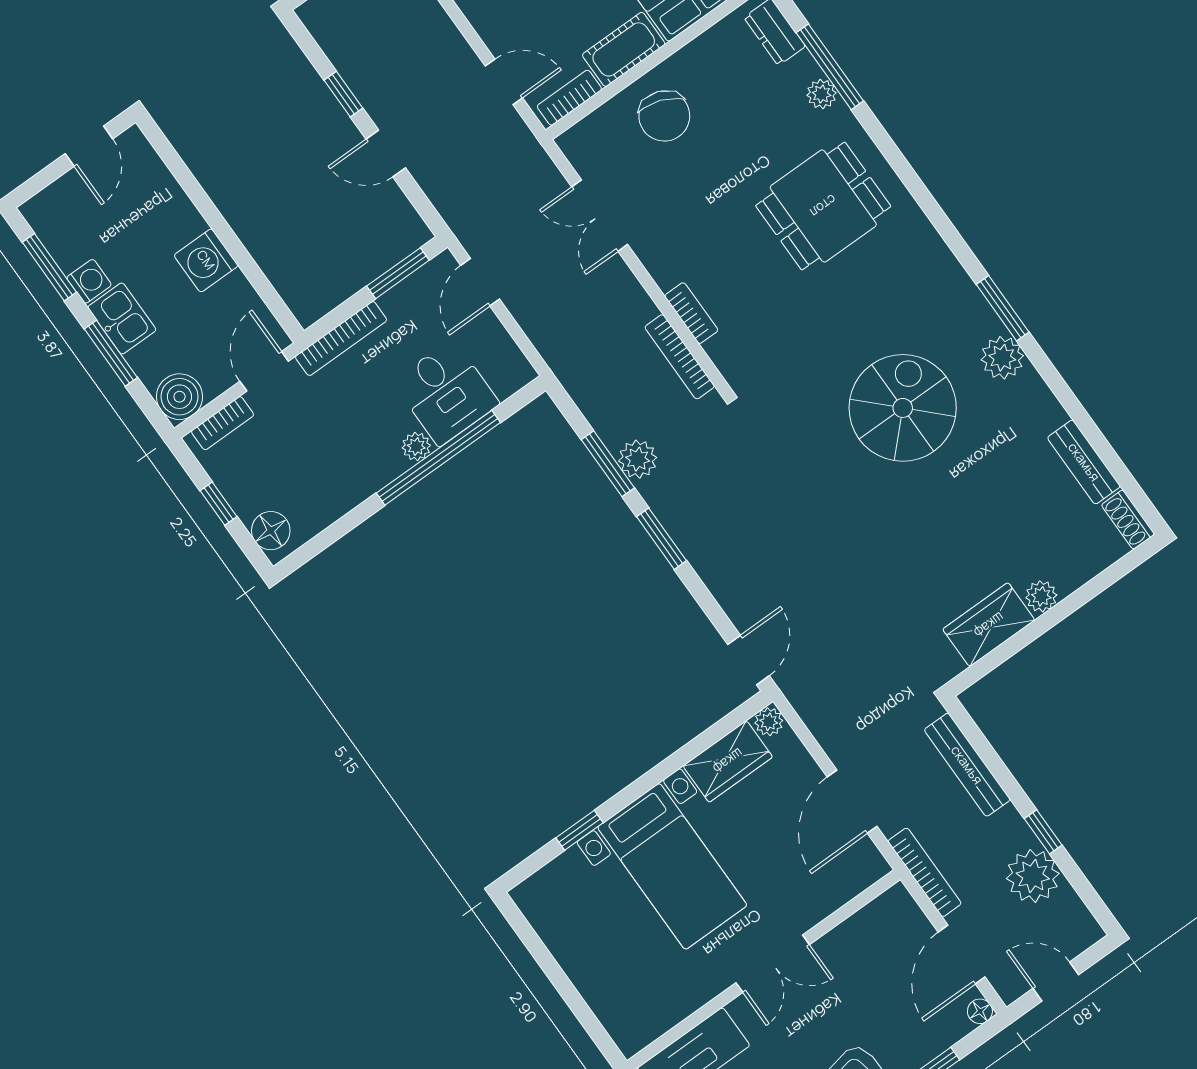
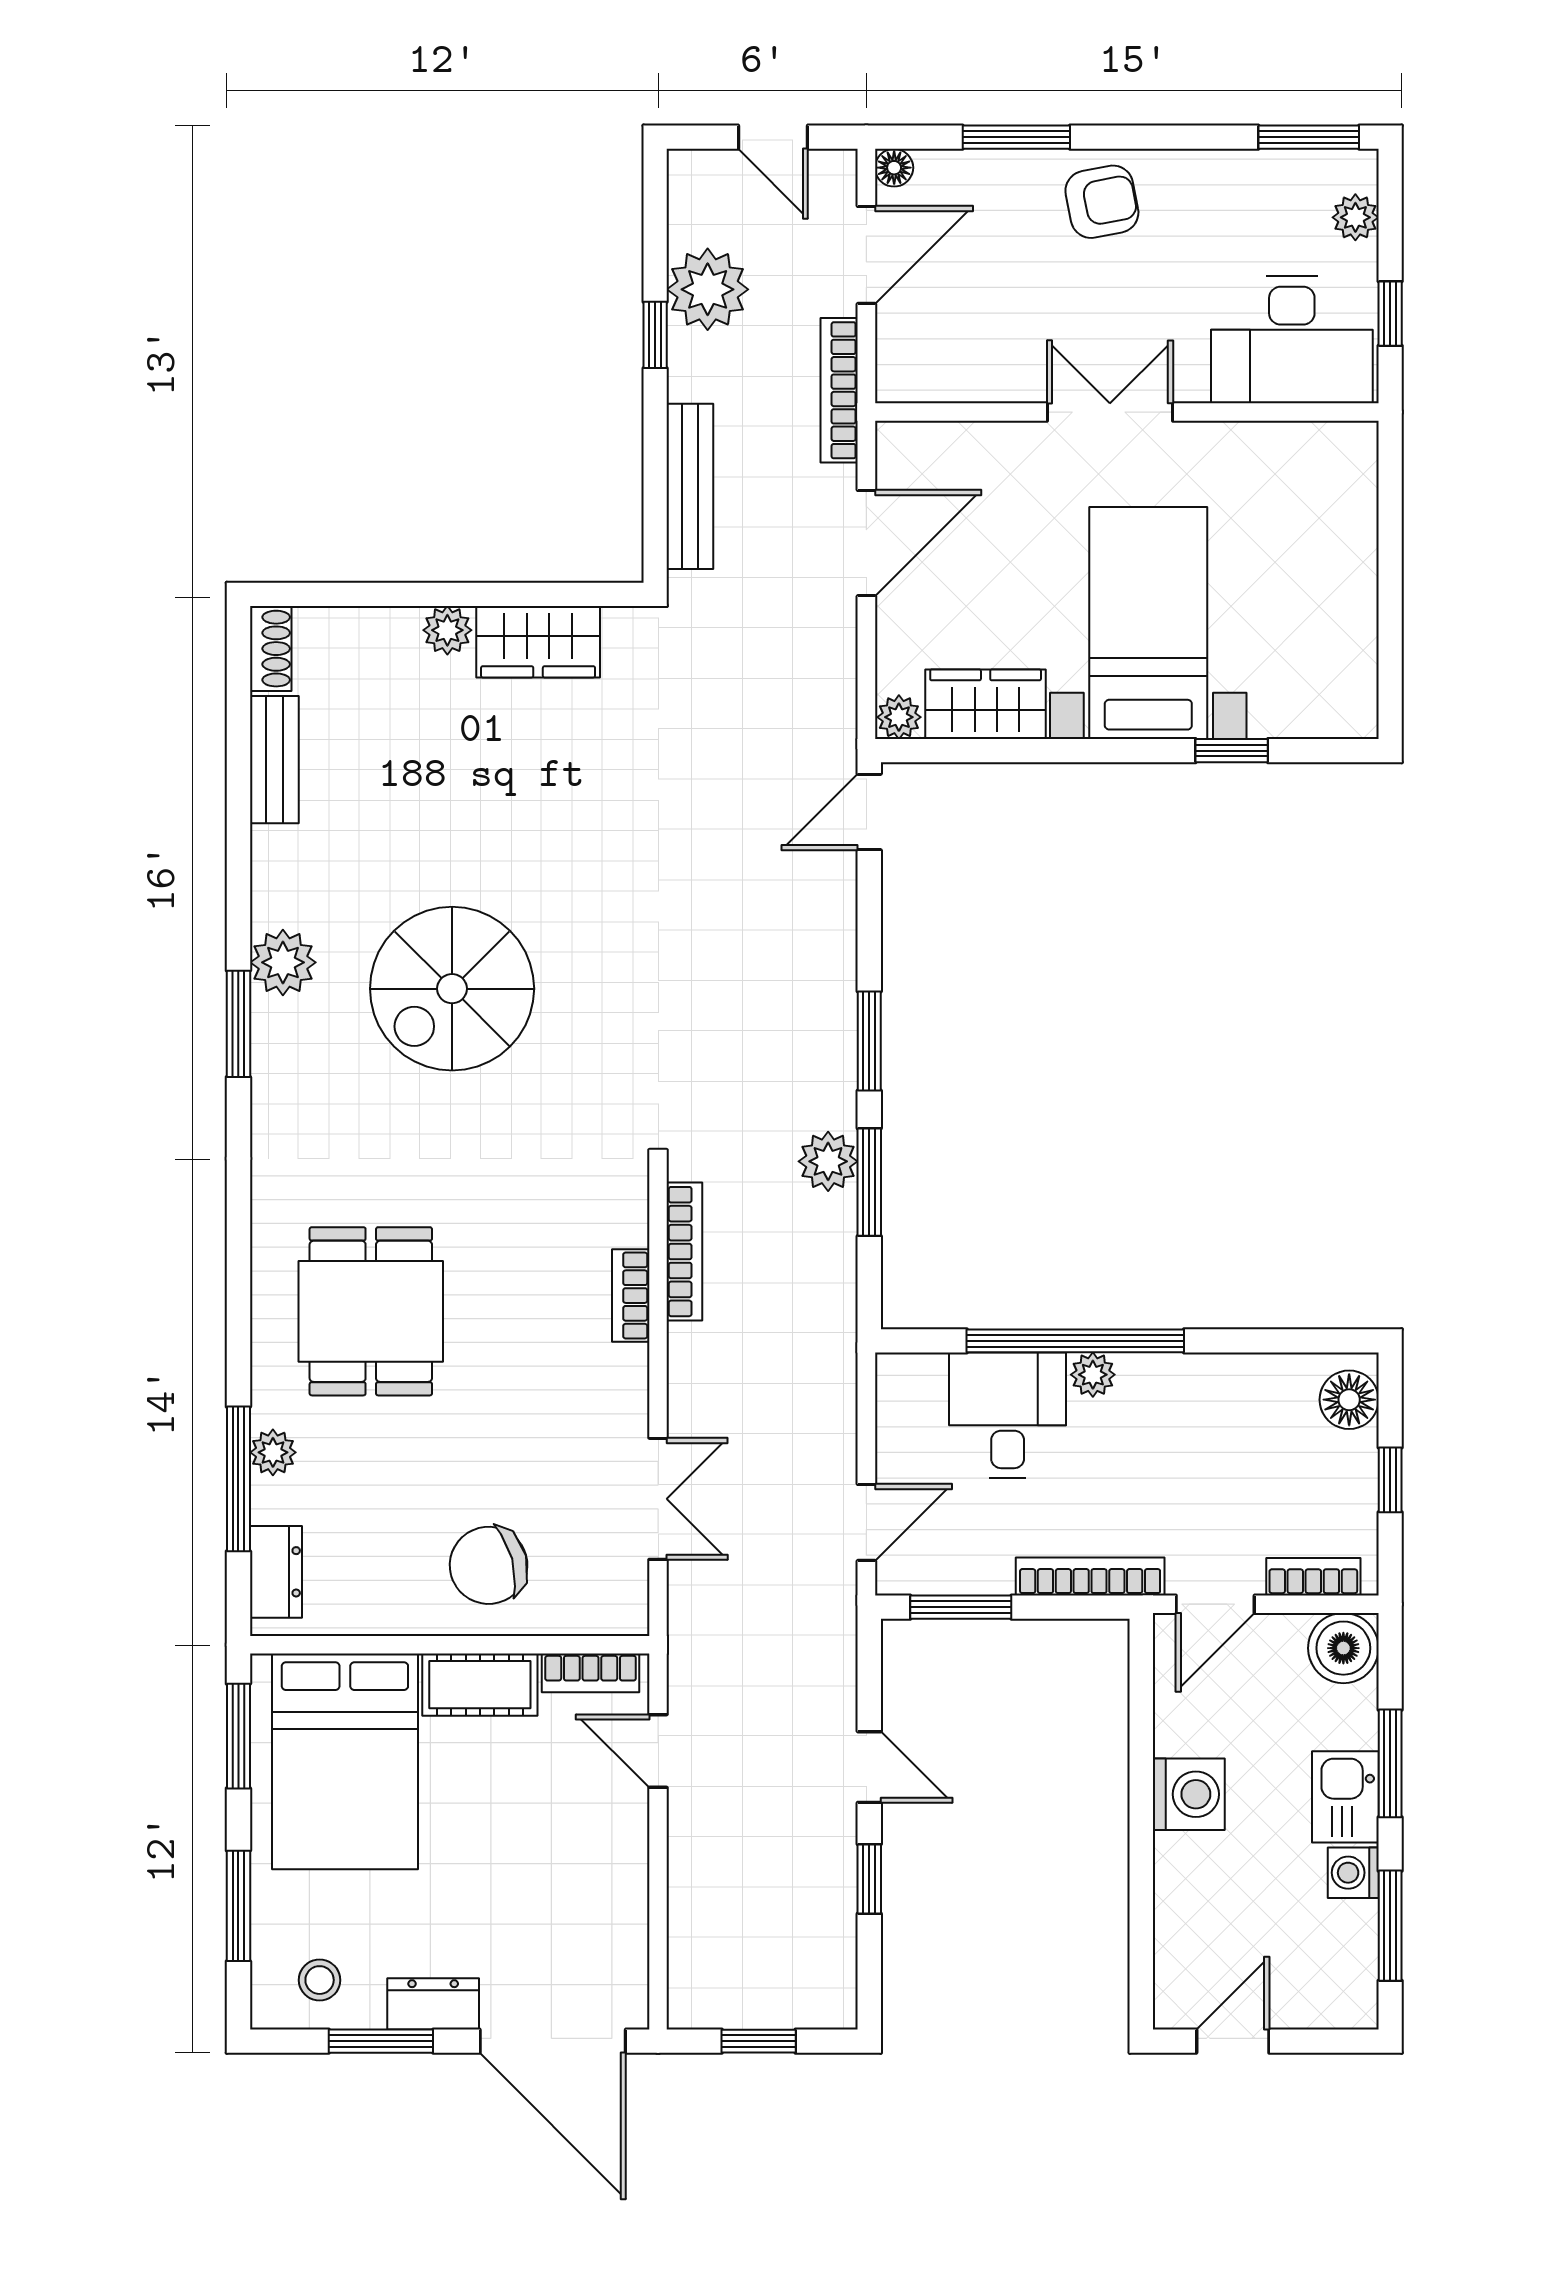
chair: (664, 116) -> (489, 1565), turned -125
dining table: (823, 206) -> (371, 1311), turned 90

